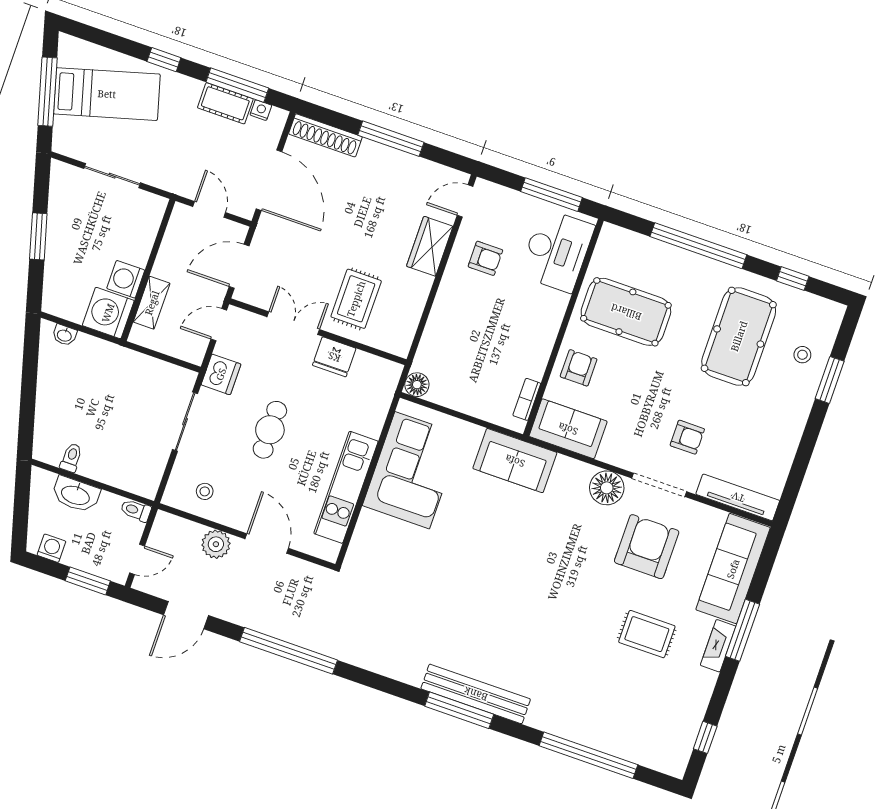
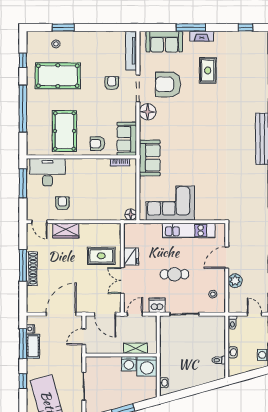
shoe rack: (325, 135) -> (32, 269), moved
door: (219, 325) -> (135, 314), swing flipped
washbasin: (76, 495) -> (233, 352), width x0.52, depth x0.69
sofa: (733, 569) -> (164, 42), width x0.73

